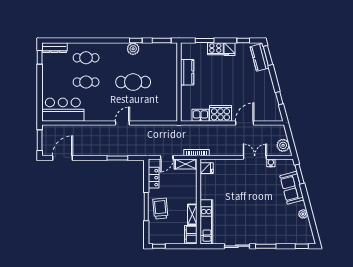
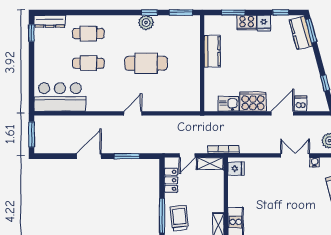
dishwasher: (260, 115) -> (301, 104), added
door: (62, 158) -> (89, 156), moved

